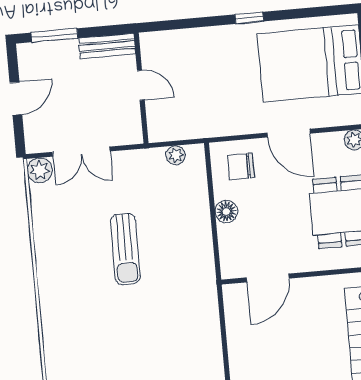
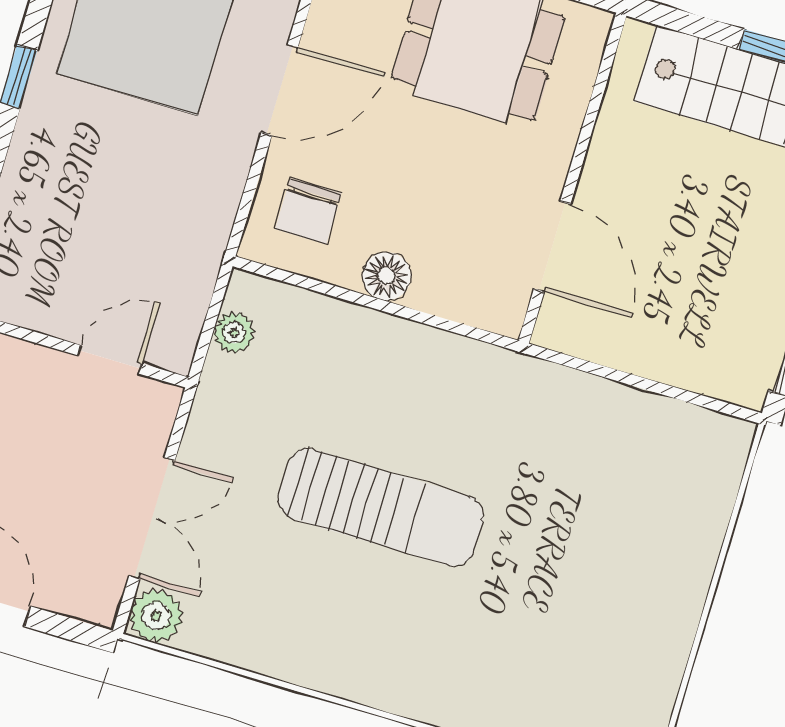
door: (141, 85) -> (110, 359), moved
sun lounger: (125, 249) -> (381, 507), width x1.36, depth x1.34

